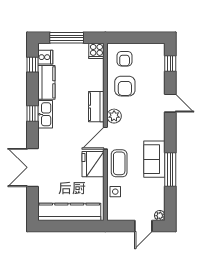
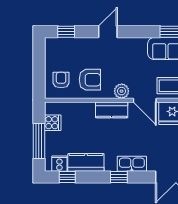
cooker: (96, 51) -> (53, 123), moved
armchair: (125, 59) -> (61, 80), turned -90
kitchen sink: (45, 114) -> (132, 164), moved

